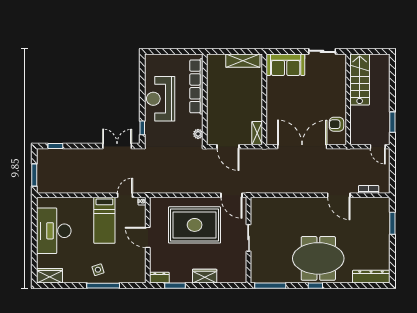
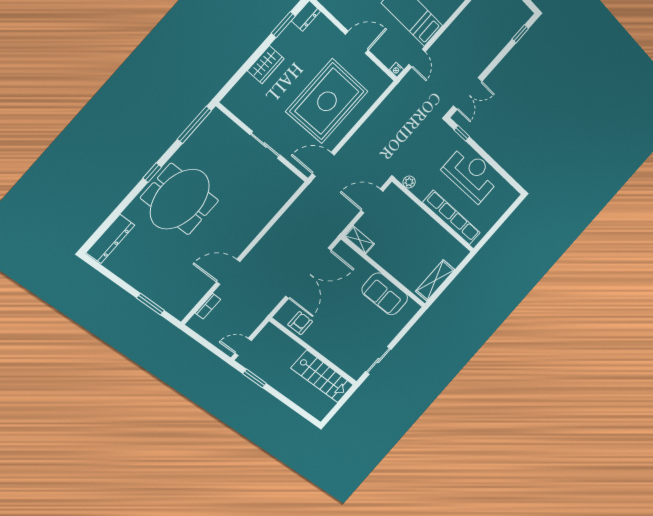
sofa: (286, 65) -> (385, 294), moved, turned -90

